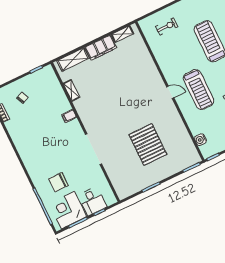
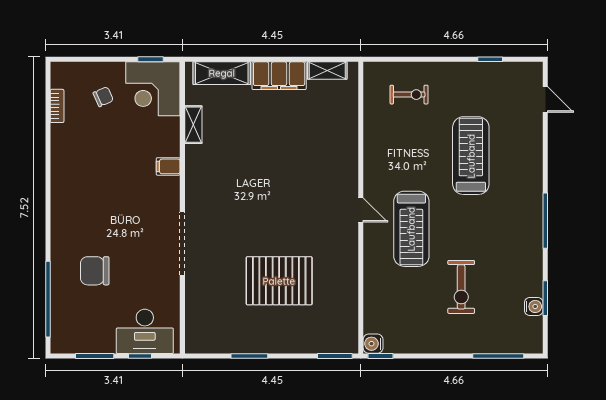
water cooler: (200, 140) -> (373, 344), moved
pallet: (148, 145) -> (279, 281), turned 90
desk: (92, 201) -> (145, 331), width x1.37
corner desk: (68, 210) -> (153, 89), moved, turned -90

